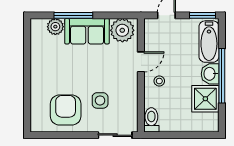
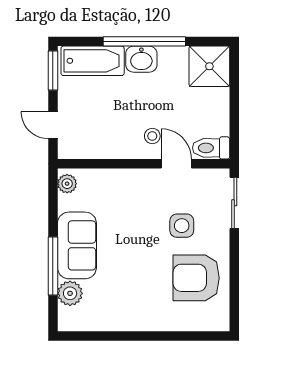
plant: (122, 30) -> (67, 184), width x0.53, depth x0.53
door: (141, 62) -> (176, 164), moved
shower: (205, 99) -> (209, 66), moved

